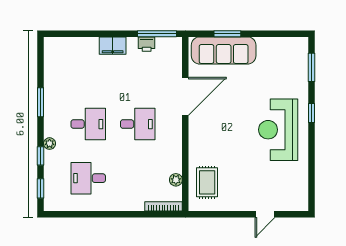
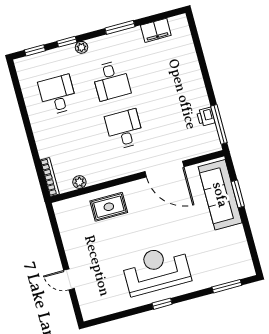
filing cabinet: (113, 46) -> (156, 30), moved, turned -90
window: (311, 113) -> (162, 304), moved
desk: (138, 124) -> (124, 129), turned 180
rug: (207, 182) -> (109, 207), moved

